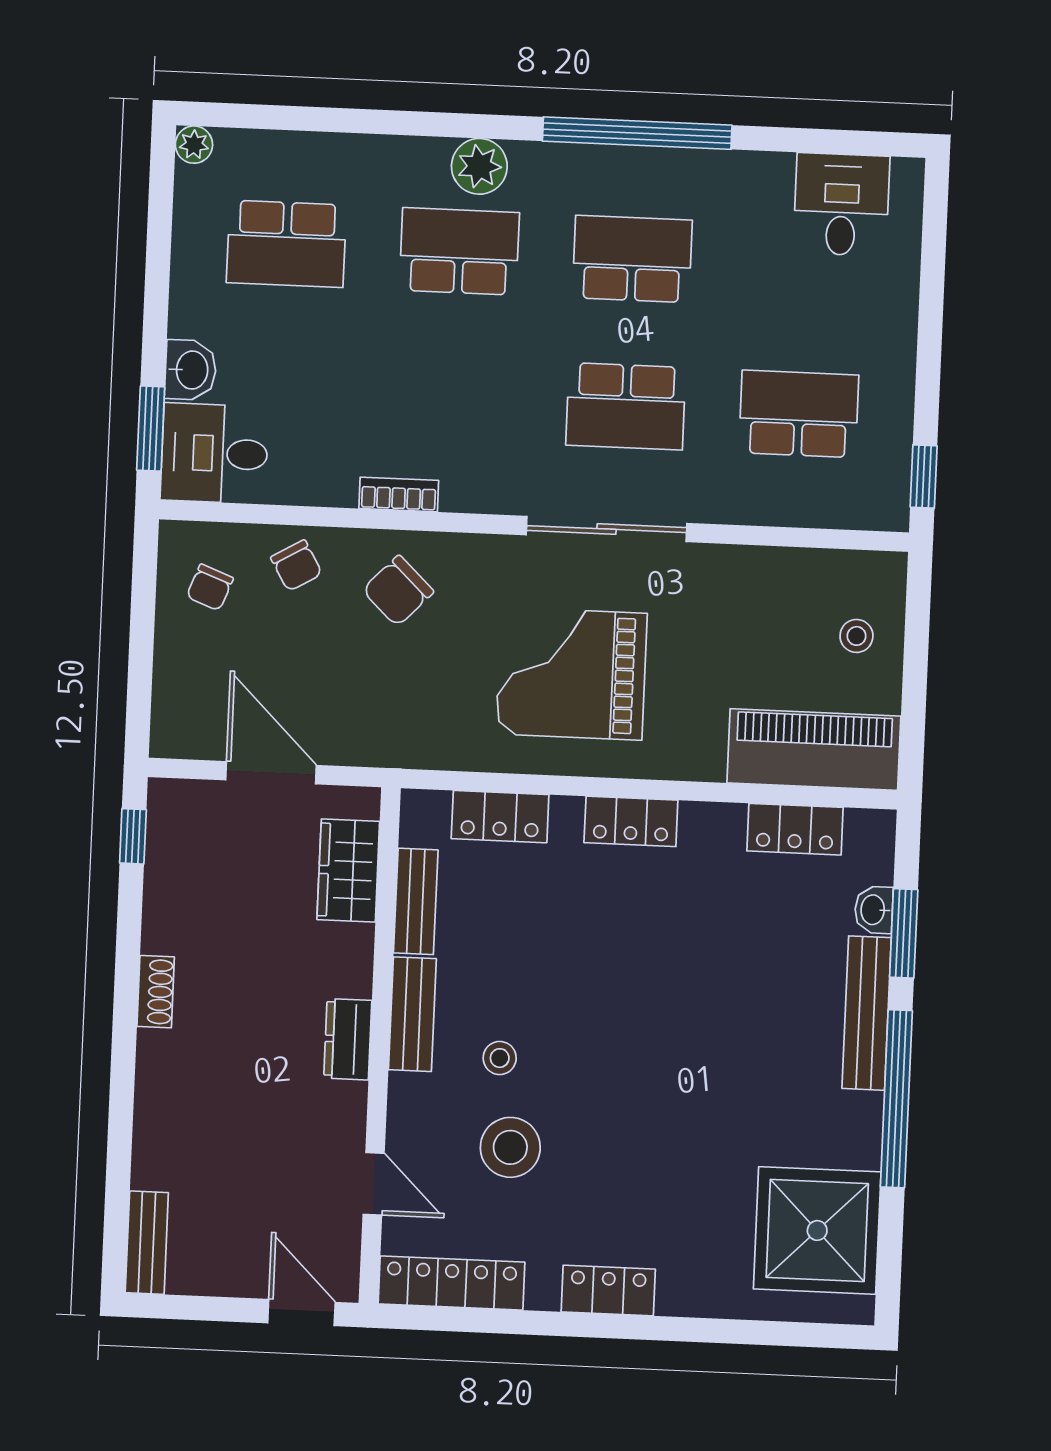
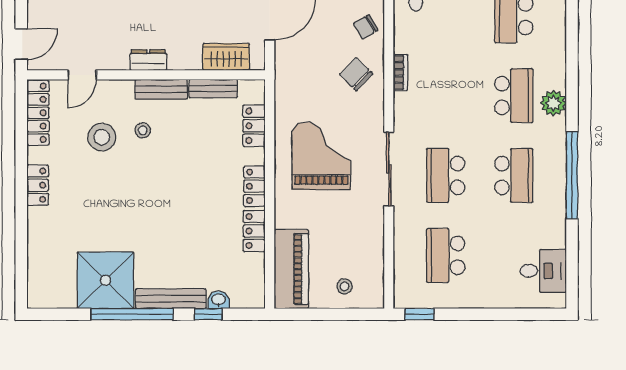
school desk: (799, 414) -> (446, 255), turned 180
locker: (795, 829) -> (254, 231), moved
window: (904, 933) -> (208, 314), width x0.67
shower: (817, 1230) -> (106, 280), moved

